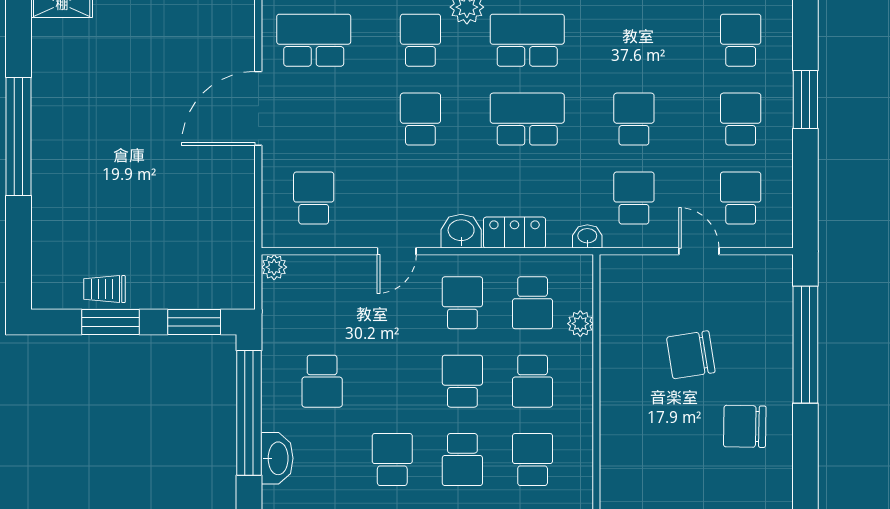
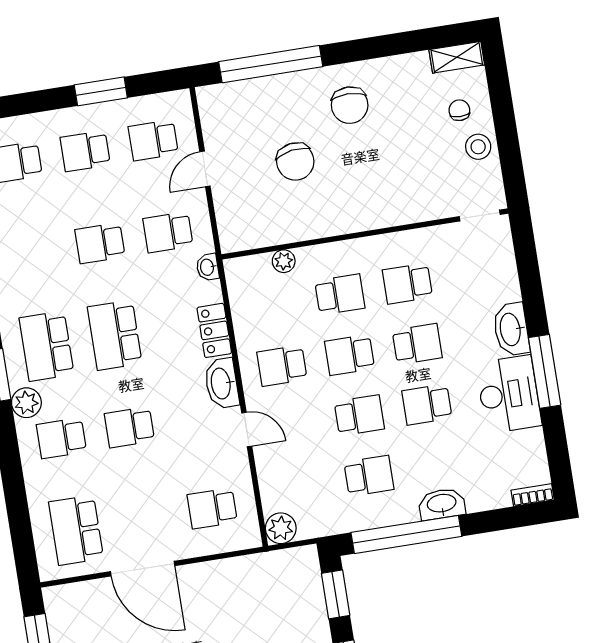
window: (805, 99) -> (101, 91), moved
washbasin: (461, 231) -> (222, 383), width x1.38
plant: (274, 267) -> (281, 528), width x1.38, depth x1.38
school desk: (533, 303) -> (359, 415), moved

